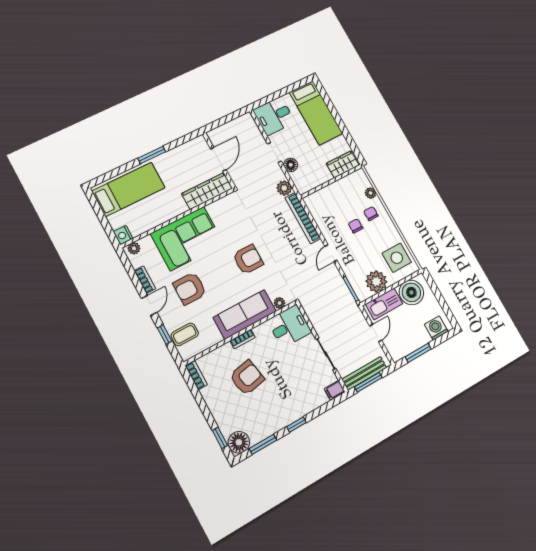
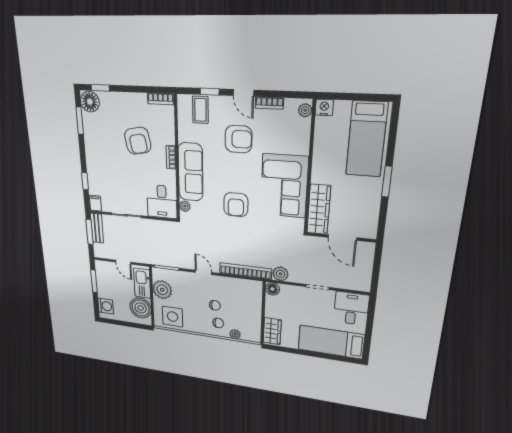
floor lamp: (291, 165) -> (272, 289), moved
corner sofa: (187, 239) -> (284, 186), moved
armchair: (190, 288) -> (238, 139), turned 90
bench: (364, 373) -> (97, 228), width x0.73
window: (296, 425) -> (85, 181), moved

